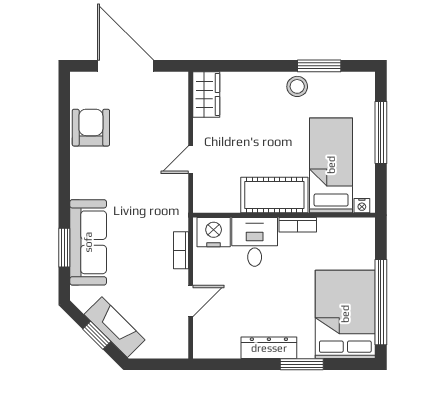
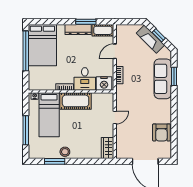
cot: (216, 346) -> (103, 30), added
window: (302, 364) -> (86, 22), moved

